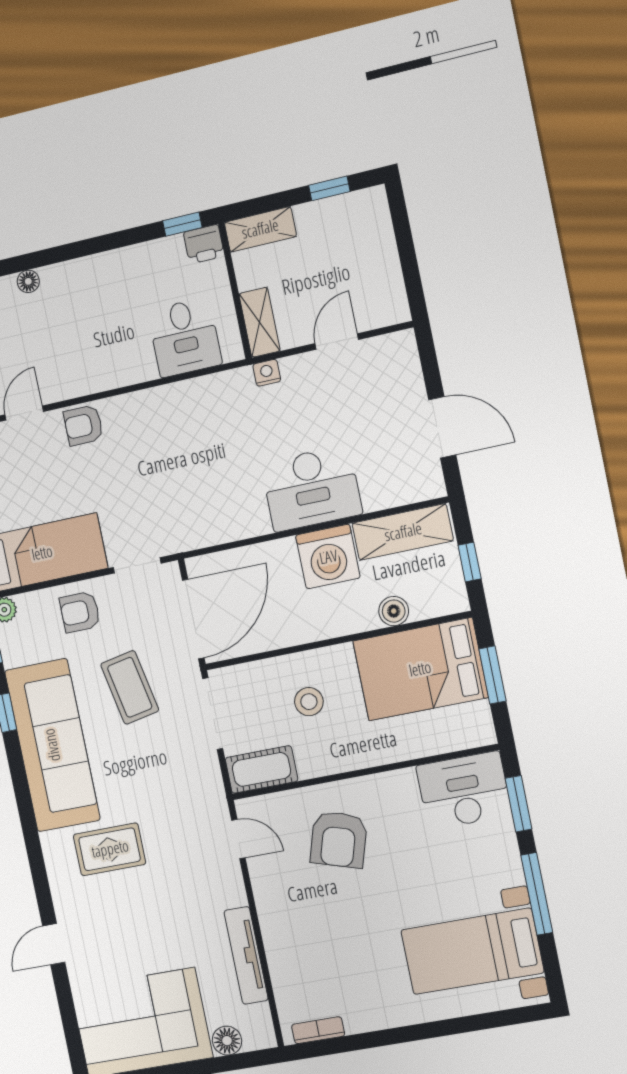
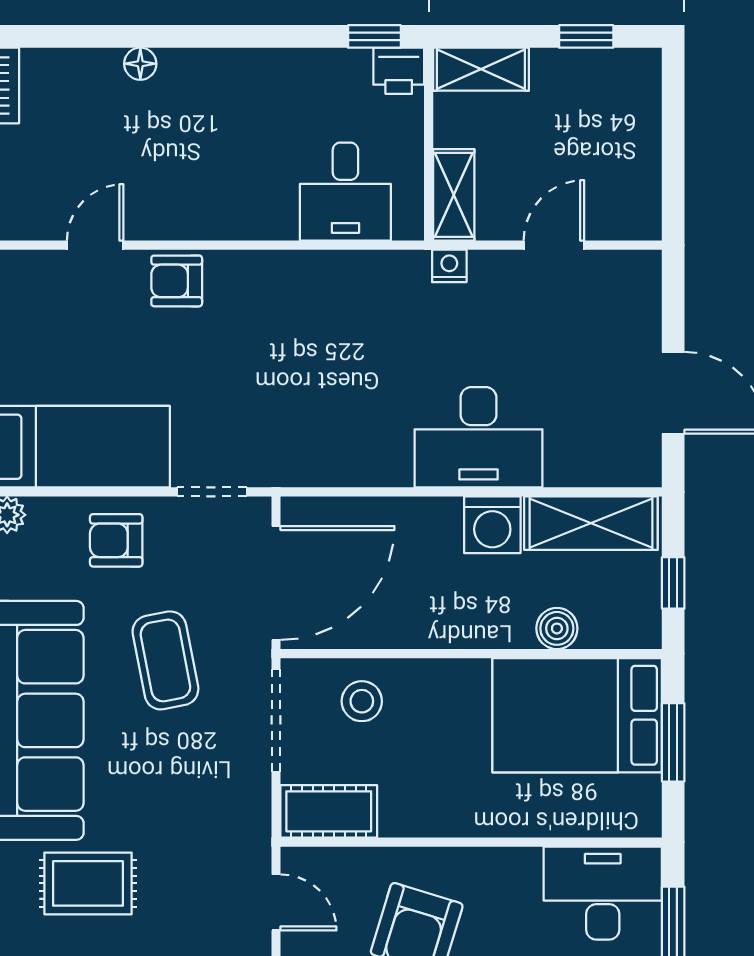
washing machine: (328, 557) -> (492, 525), width x0.73, depth x0.73
stool: (309, 702) -> (362, 701), moved

